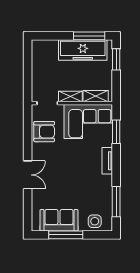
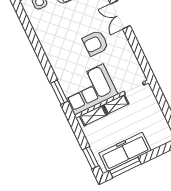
armchair: (44, 132) -> (95, 43), moved
tv unit: (107, 161) -> (55, 62), removed
window: (116, 202) -> (29, 29), removed

